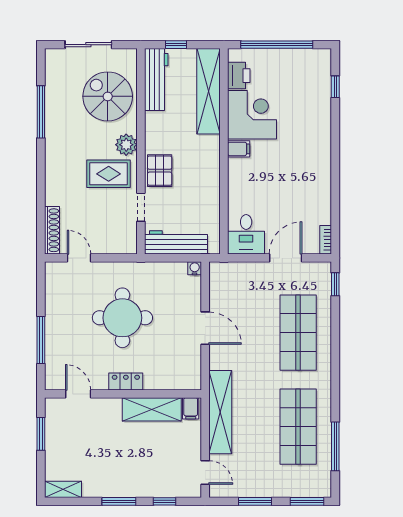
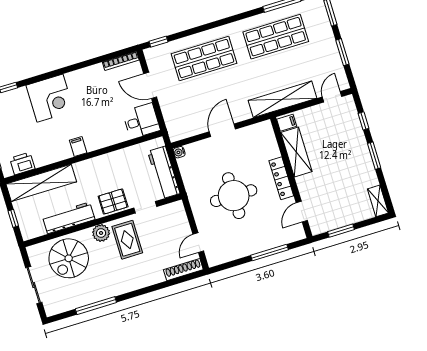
workbench: (156, 79) -> (69, 218), moved
corner desk: (252, 115) -> (50, 98), moved, turned 180
bookcase: (326, 240) -> (121, 61), width x1.56
locker: (126, 382) -> (281, 178), width x1.53

